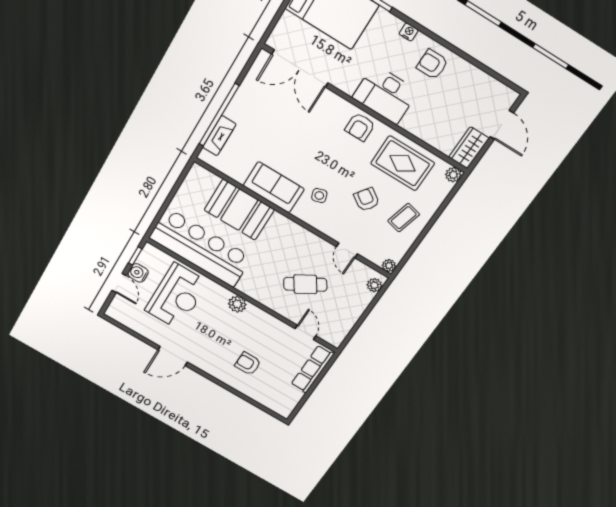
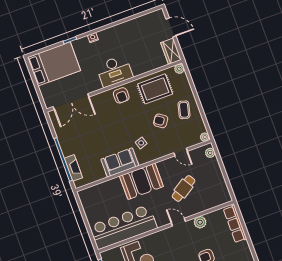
armchair: (432, 64) -> (117, 38), removed
booth: (239, 210) -> (141, 181), moved
plant: (237, 304) -> (200, 222), moved
door: (305, 332) -> (178, 222), moved

